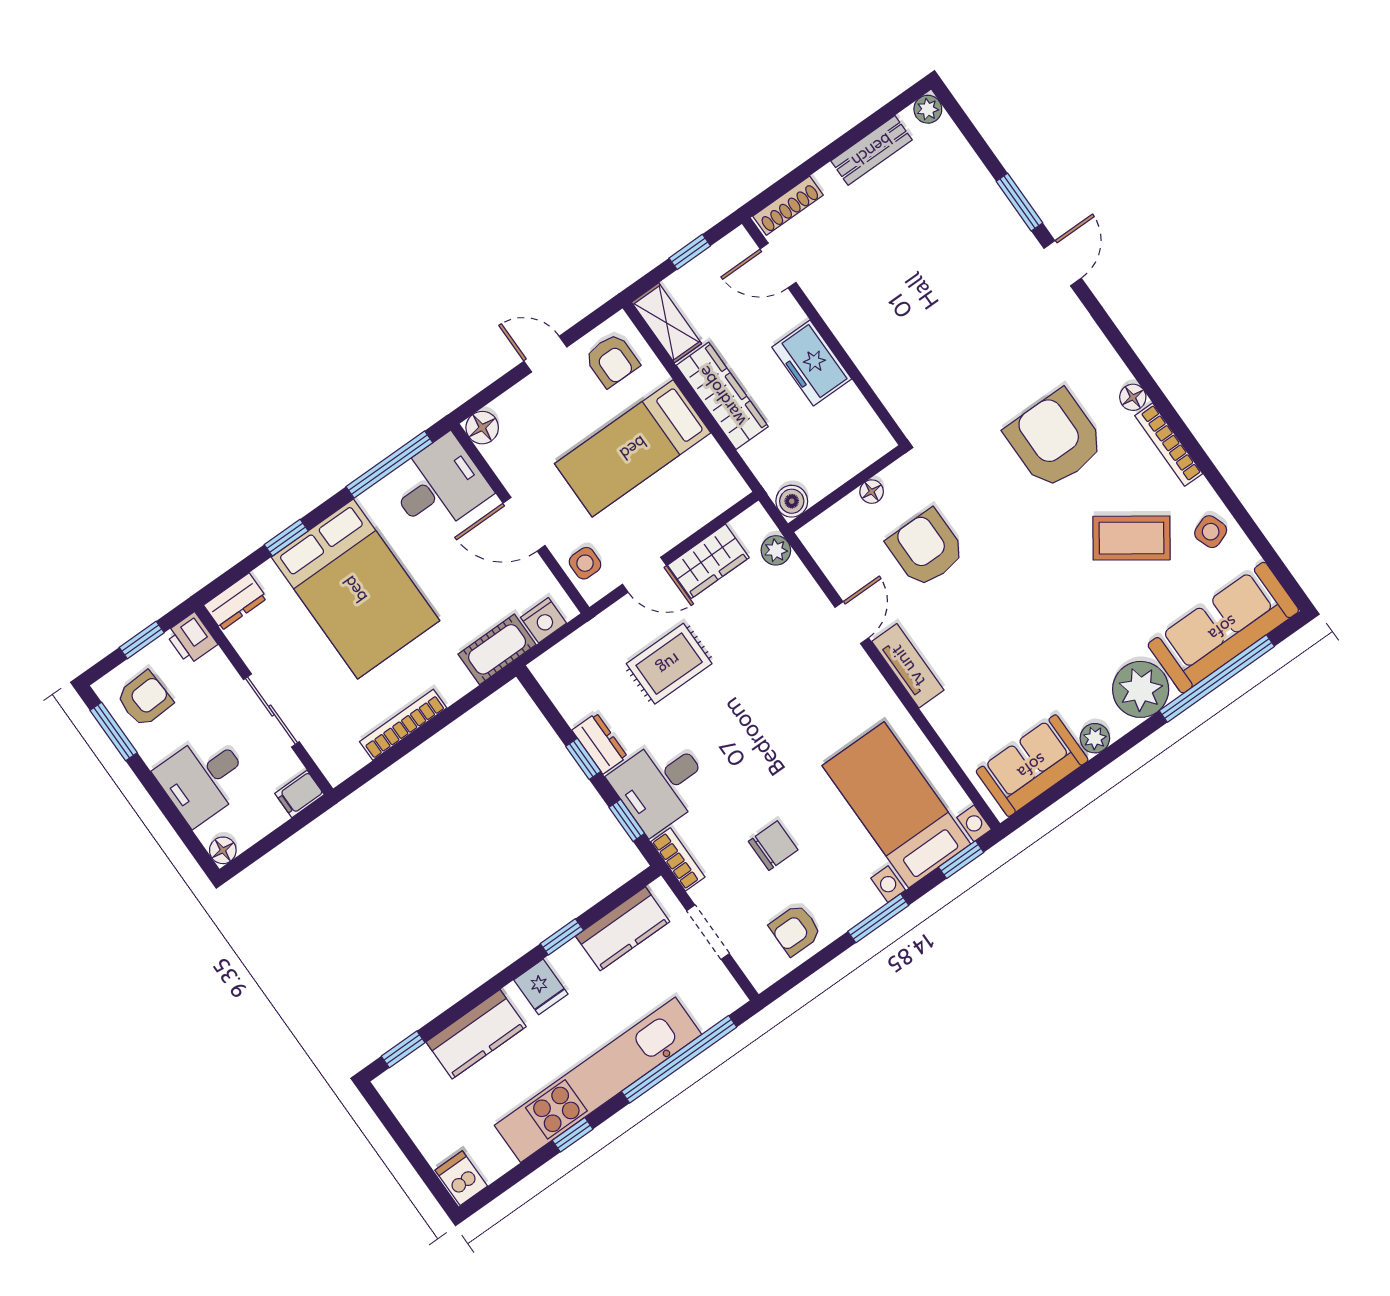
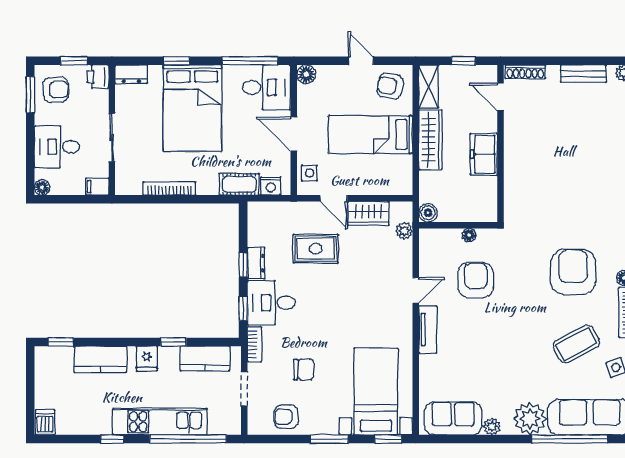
armchair: (612, 360) -> (390, 86), turned 100
coffee table: (1131, 538) -> (576, 344), turned -63
kitchen unit: (598, 1080) -> (160, 422), width x0.73

